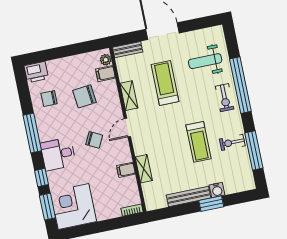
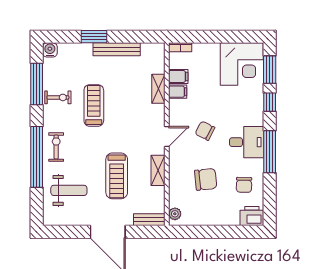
filing cabinet: (105, 74) -> (178, 76), moved
chair: (49, 99) -> (244, 185), turned 91
desk: (58, 154) -> (247, 142), moved
water cooler: (217, 190) -> (50, 50), moved

